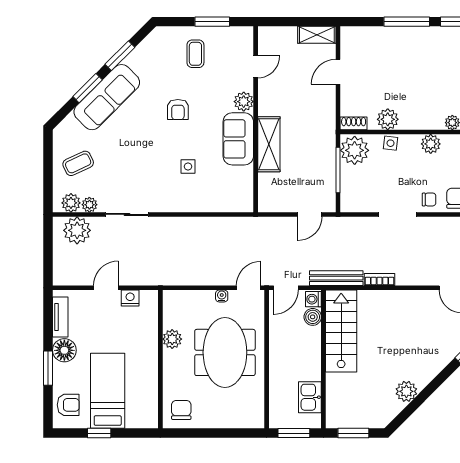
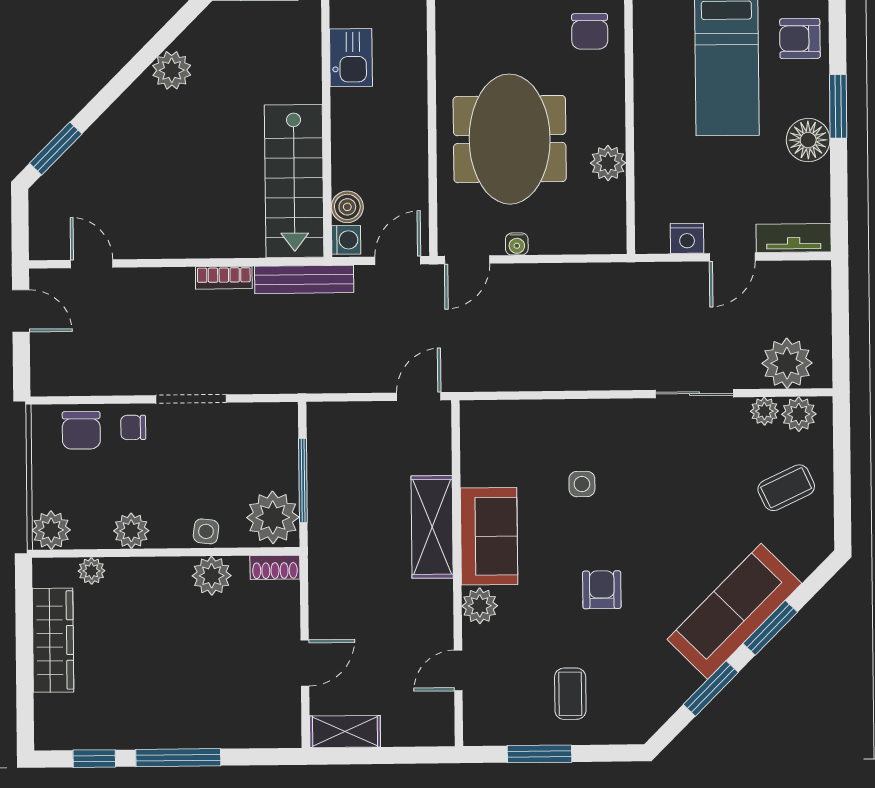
door: (310, 214) -> (419, 397), moved
tv unit: (60, 317) -> (794, 238), moved, turned 90

